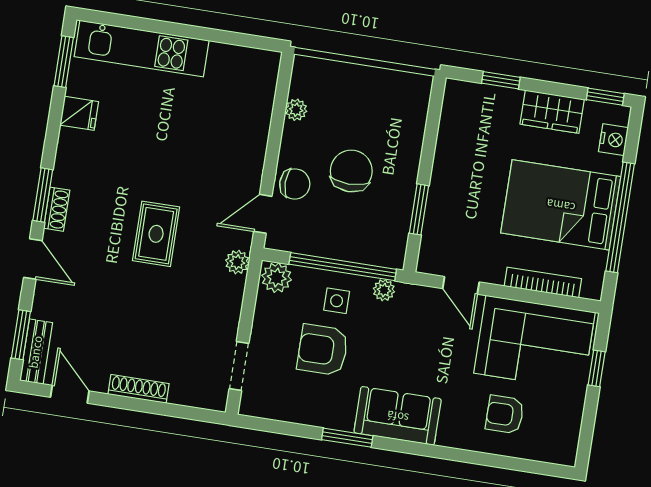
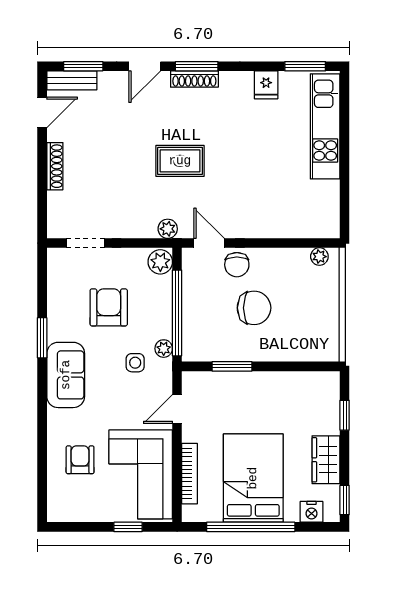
plant: (296, 110) -> (319, 257), moved
shoe rack: (57, 209) -> (194, 79), width x1.43
side table: (337, 301) -> (135, 363), moved

